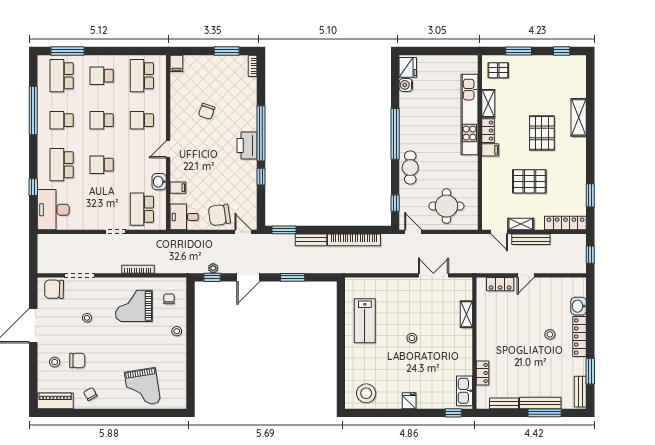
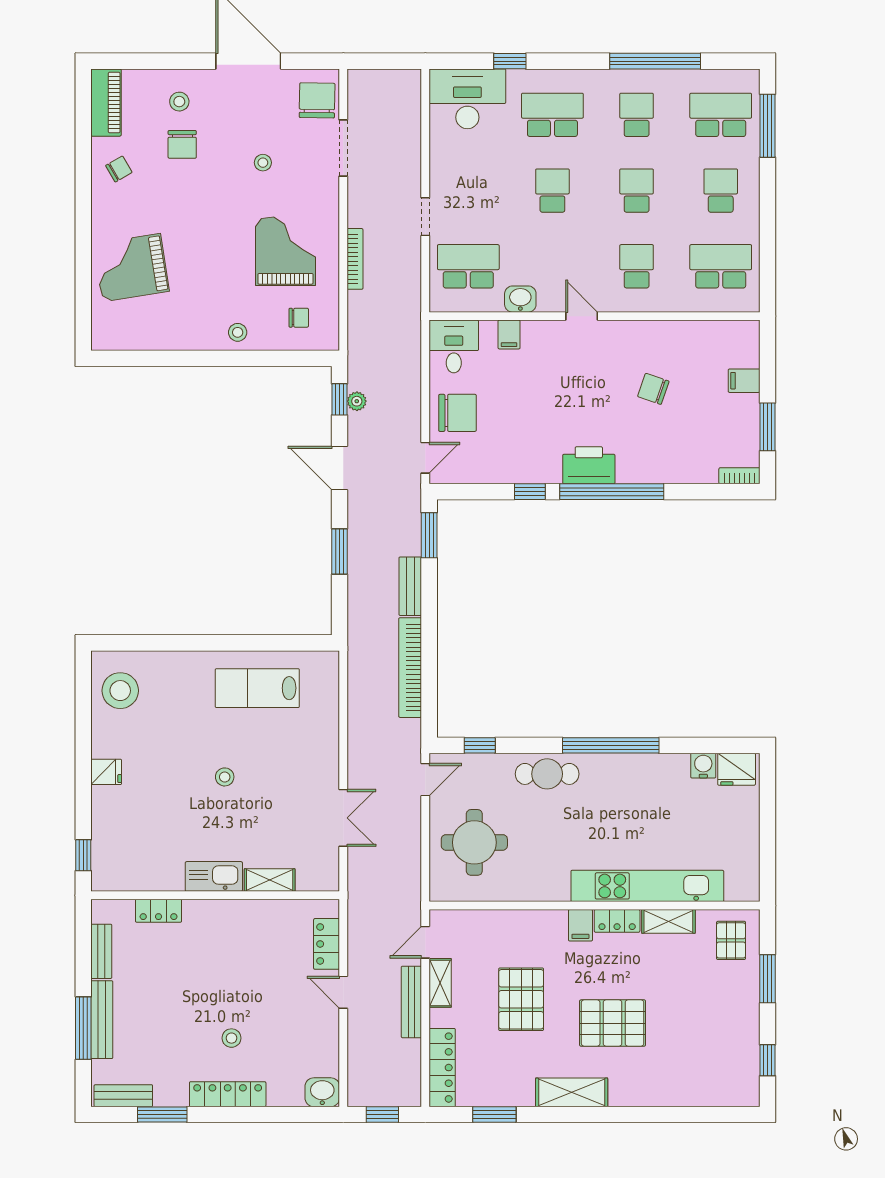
filing cabinet: (176, 63) -> (744, 381), moved
shelving: (579, 117) -> (572, 1092), moved
chair: (219, 215) -> (457, 413), turned 98
washbasin: (579, 306) -> (322, 1092), moved
kitchen sink: (464, 391) -> (214, 876), moved

